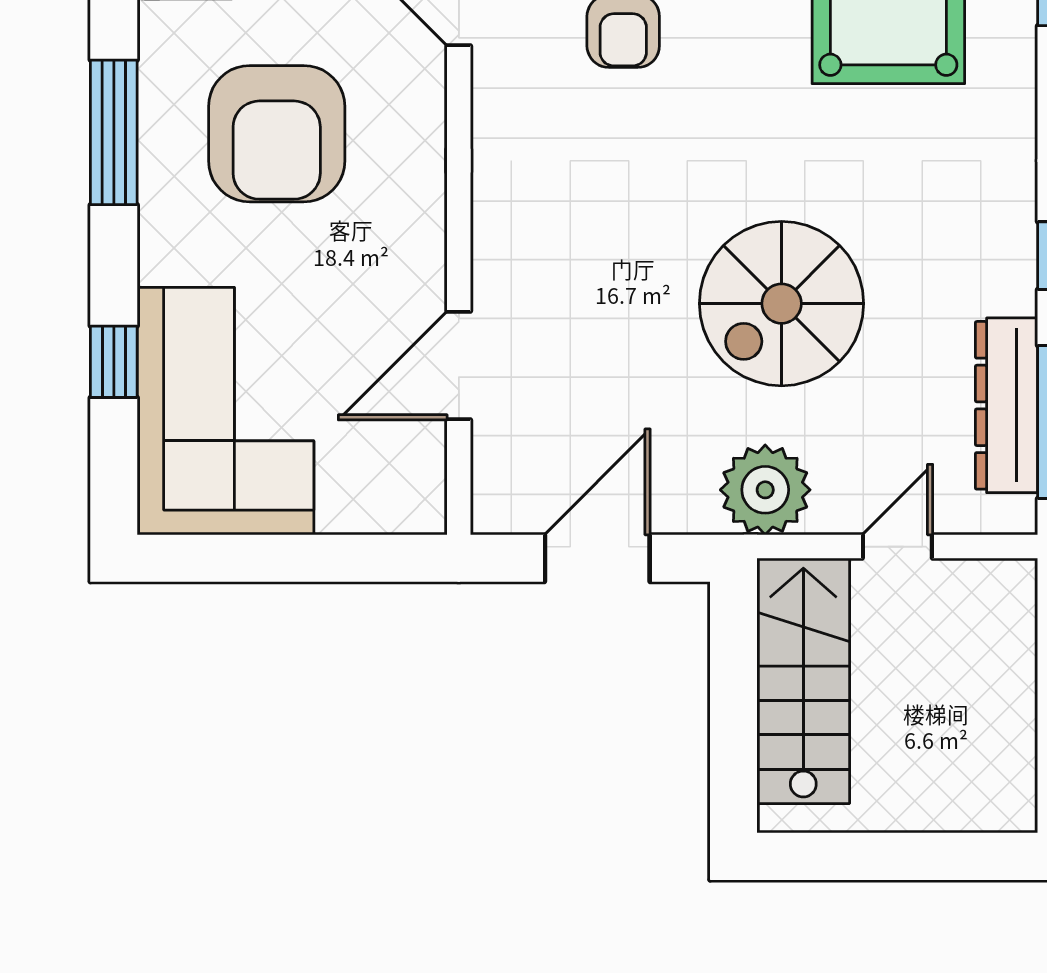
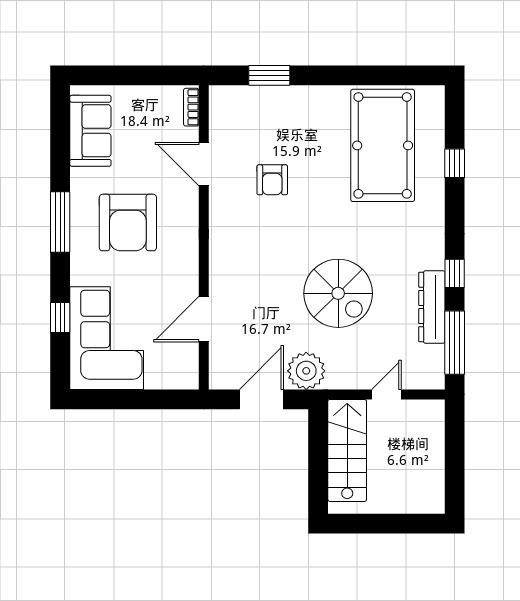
spiral stairs: (782, 304) -> (338, 293), turned -90
dresser: (1006, 405) -> (432, 307), moved
plant: (765, 490) -> (306, 371), moved

